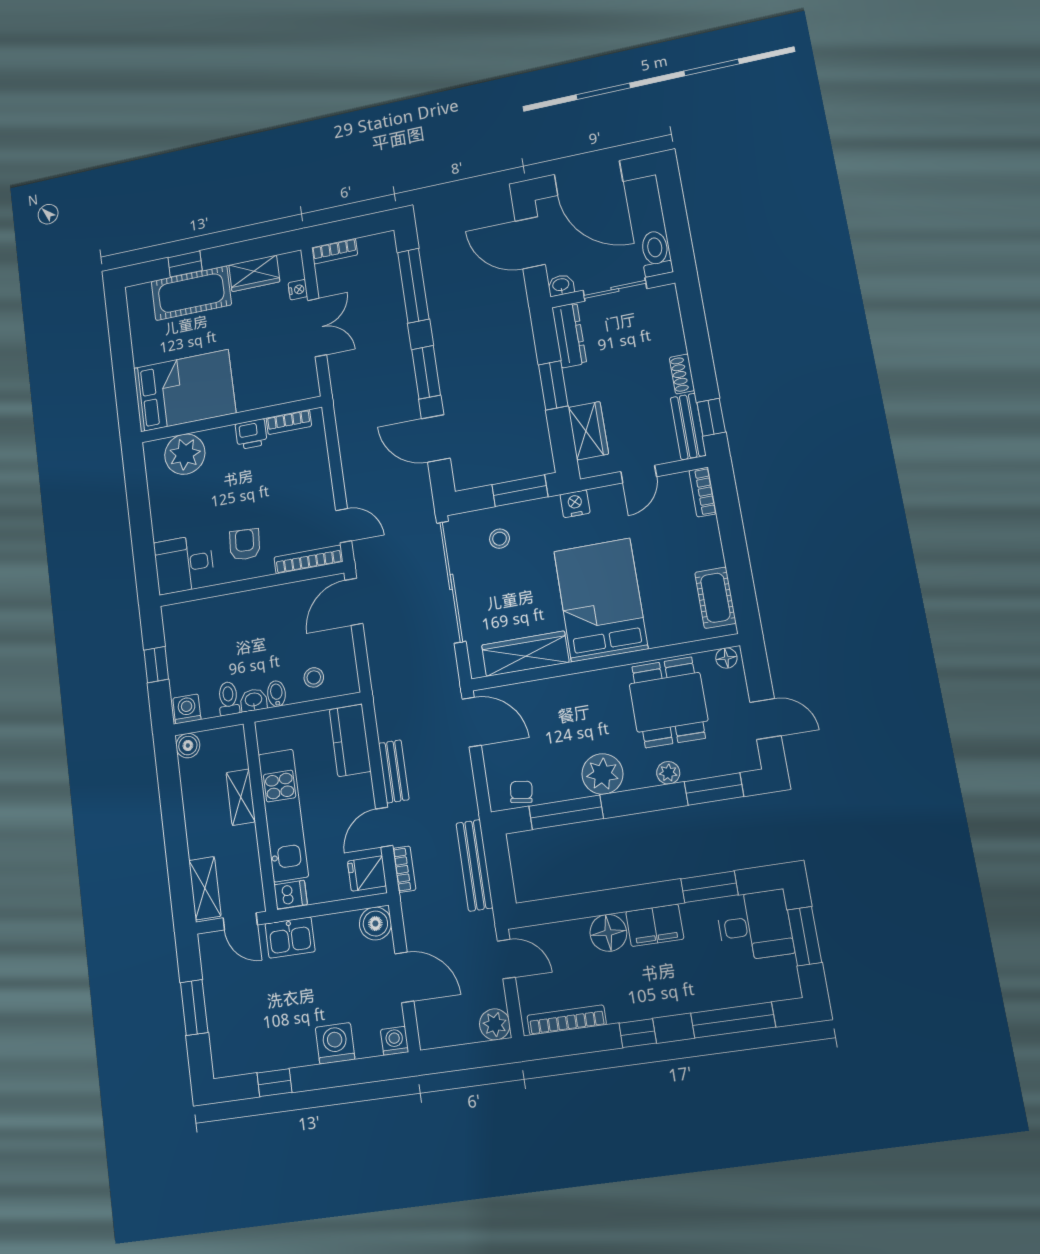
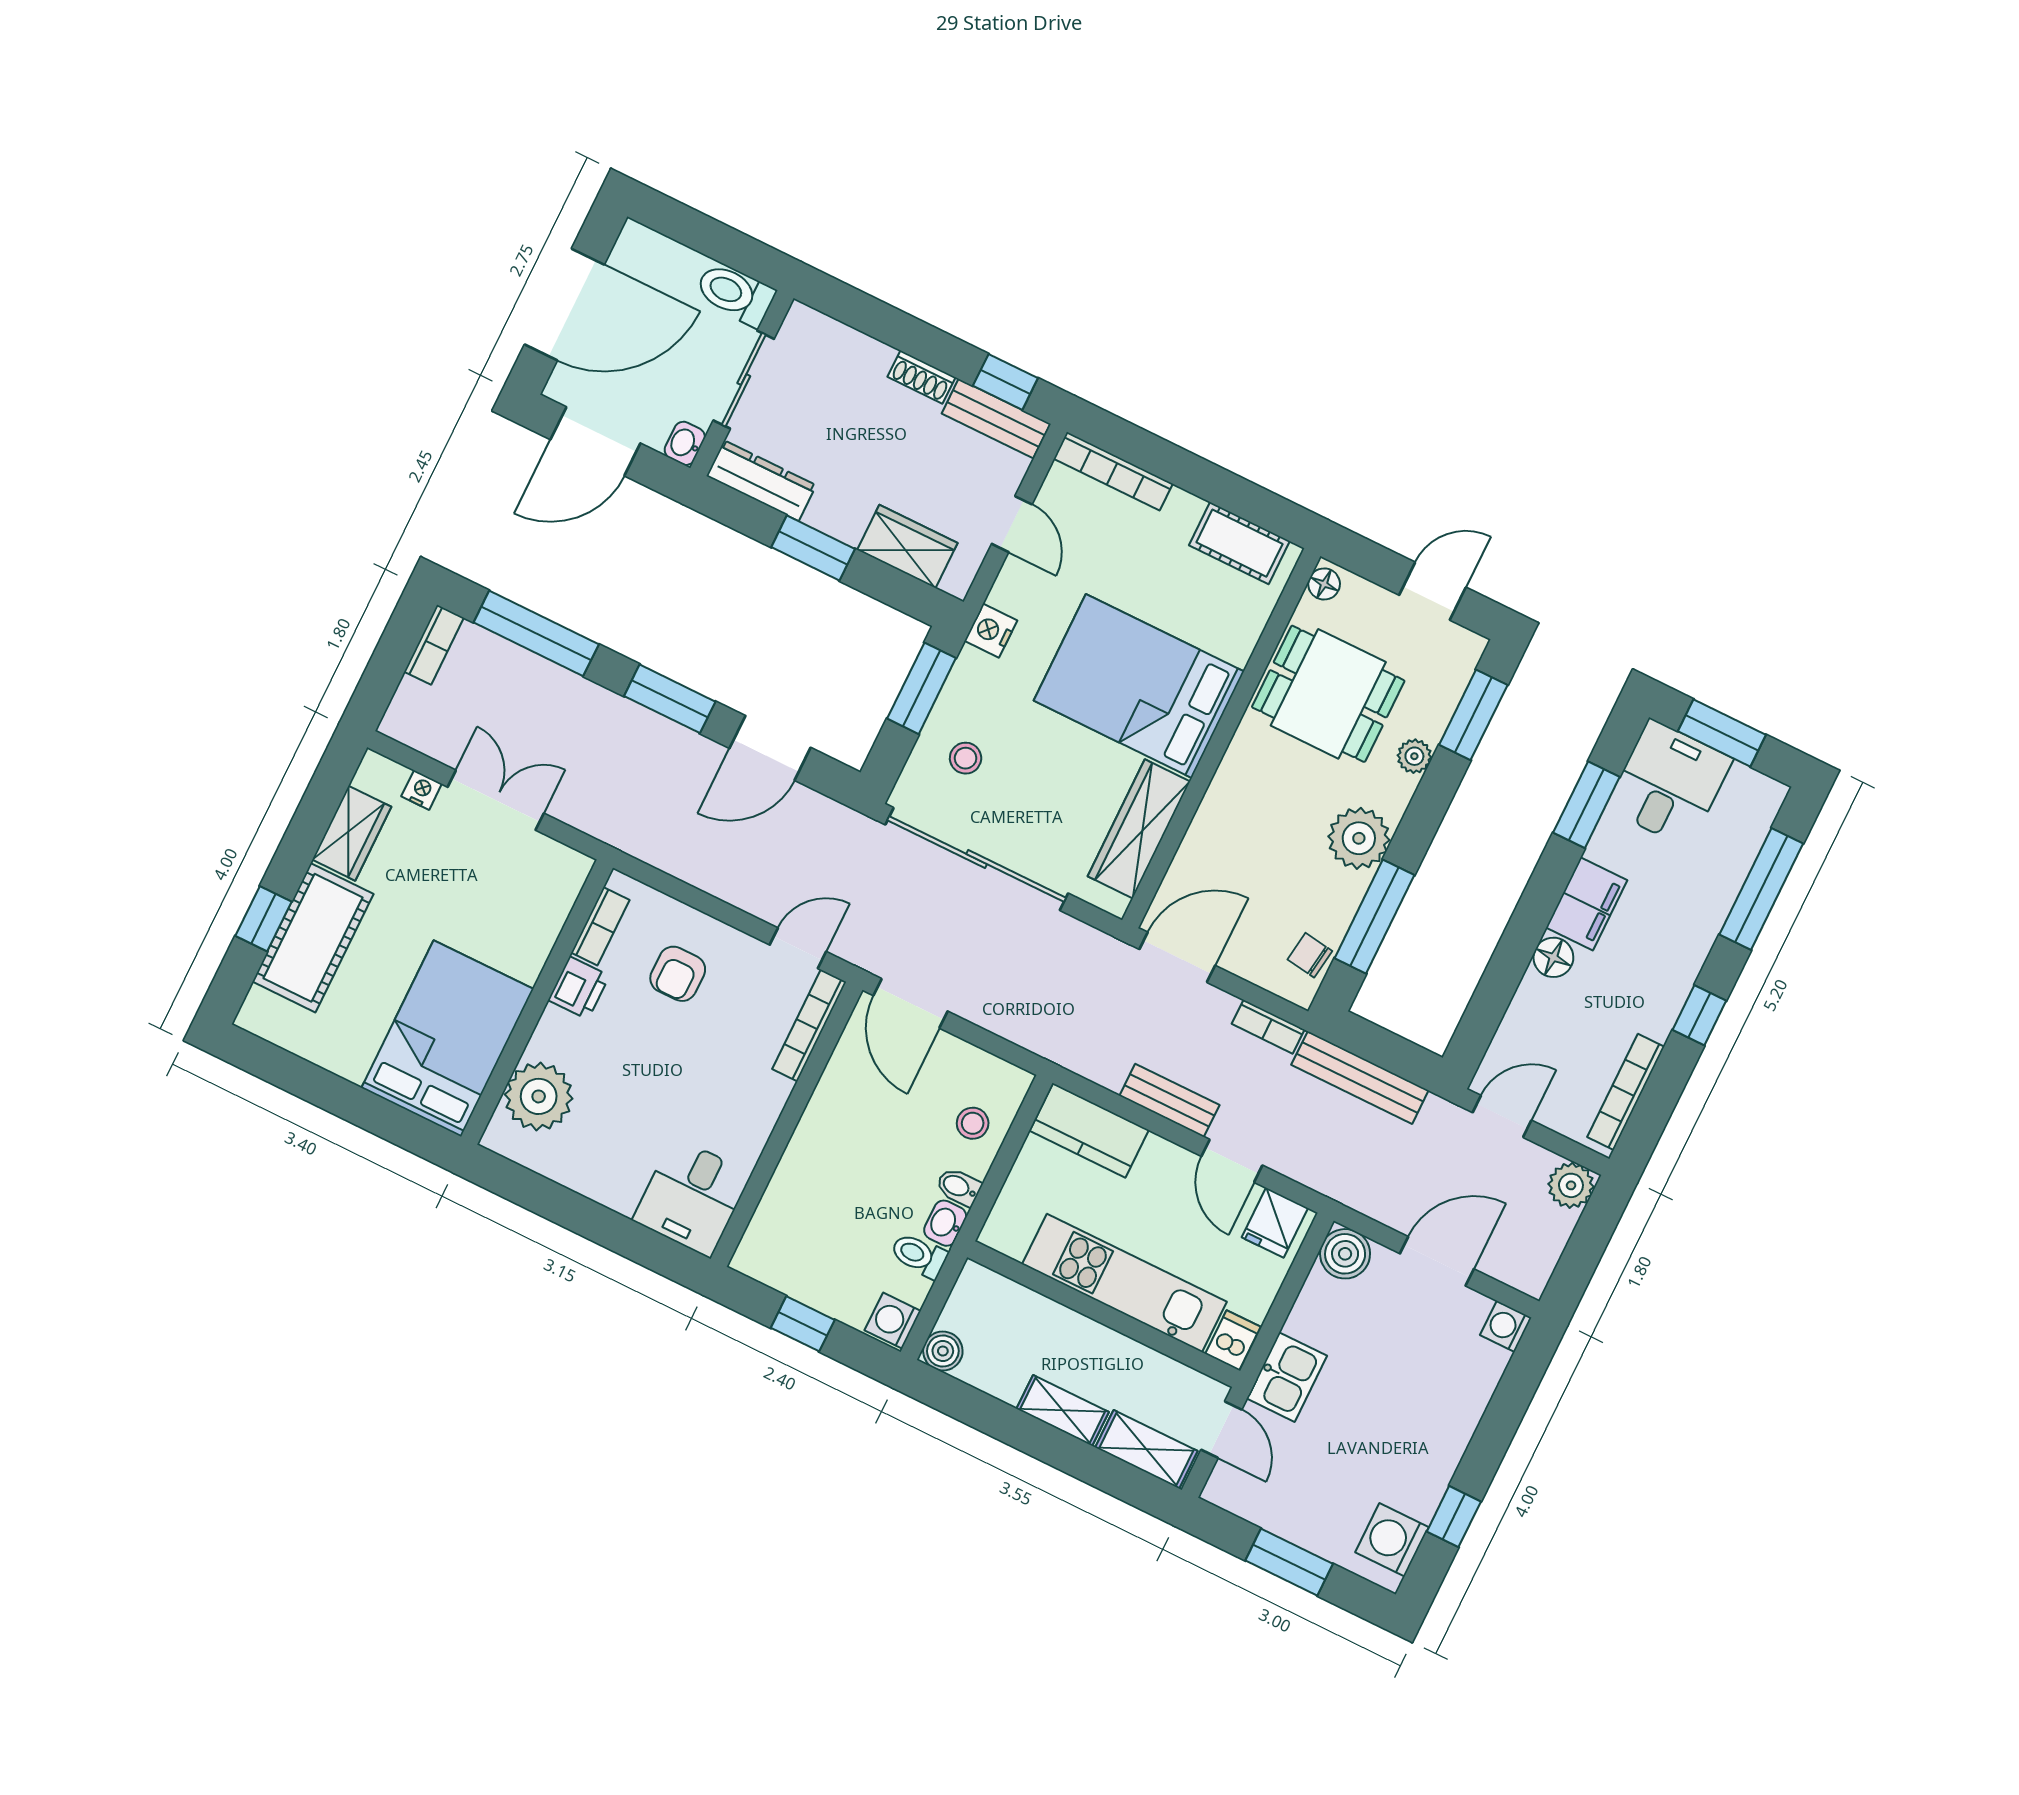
bookcase: (335, 251) -> (434, 645), moved
bookcase: (703, 492) -> (1113, 471), width x1.56
armchair: (245, 544) -> (678, 974), moved, turned -94
shelving: (241, 797) -> (1063, 1410), moved
bookcase: (404, 869) -> (1268, 1027), moved, turned 180
door: (240, 921) -> (1221, 1430), hinge flipped
floor lamp: (608, 933) -> (1553, 957), width x0.73, depth x0.73
washing machine: (335, 1043) -> (1392, 1540), moved

